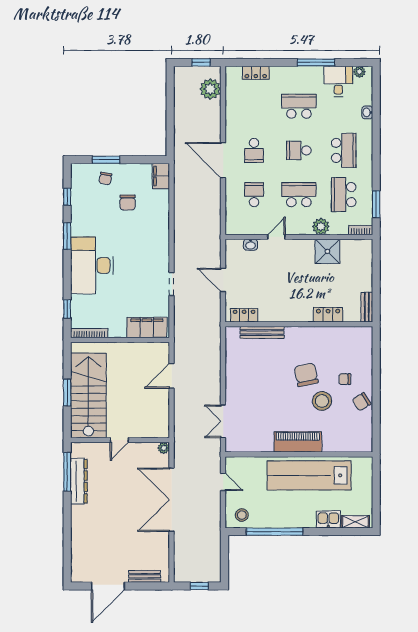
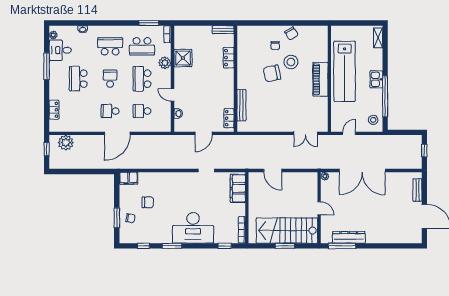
school desk: (254, 150) -> (110, 111), turned 180
school desk: (299, 150) -> (110, 79), turned 180
kitchen sink: (328, 519) -> (376, 79), moved

